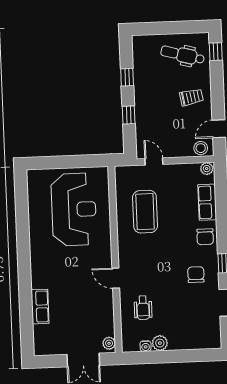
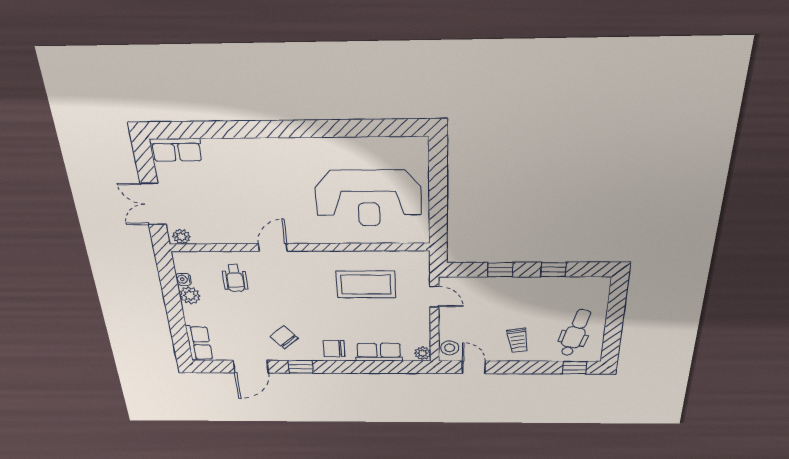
door: (154, 161) -> (434, 297), hinge flipped
chair: (196, 275) -> (284, 337), turned -131
row of seats: (40, 307) -> (176, 150), moved
wheelchair: (143, 308) -> (235, 278), turned -90
row of seats: (204, 341) -> (199, 343), added

